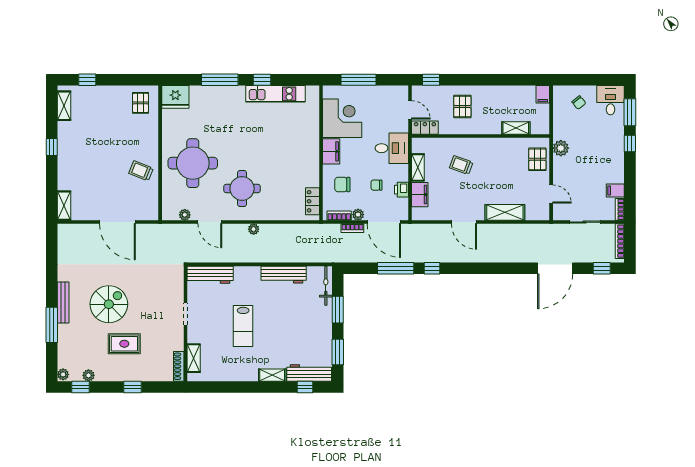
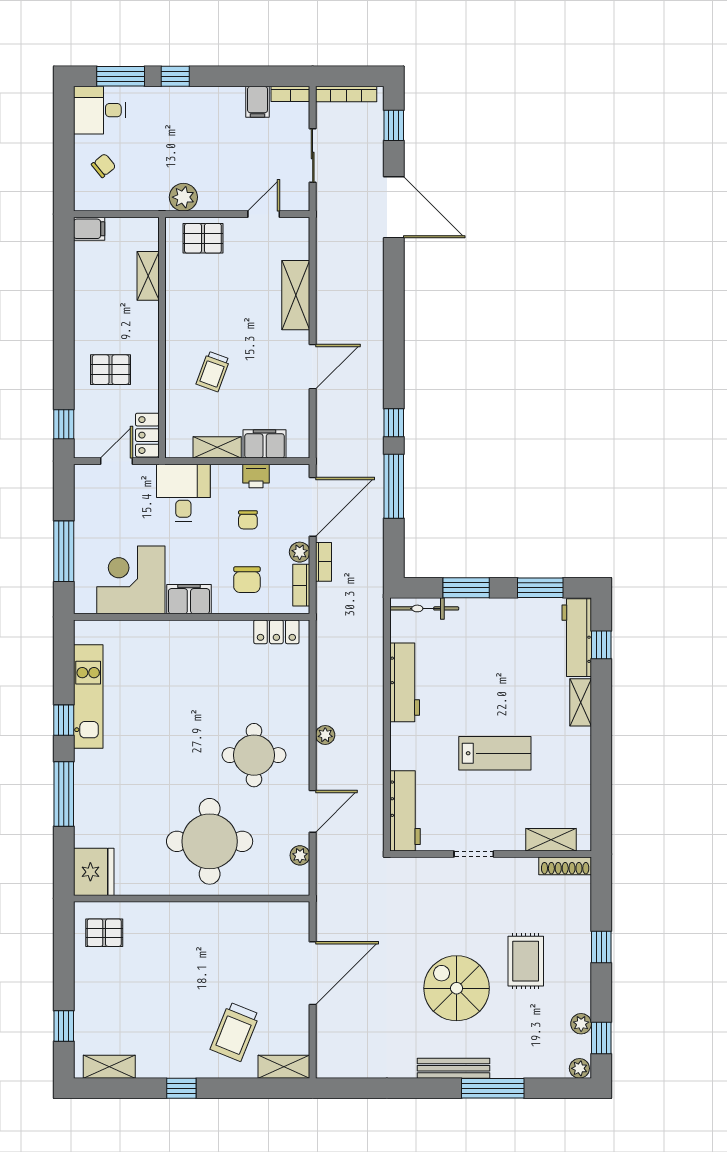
trolley: (141, 171) -> (235, 1032), moved, width x1.36, depth x1.39

